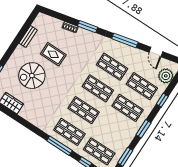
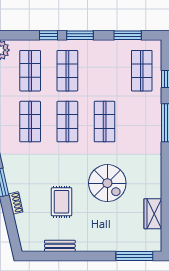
spiral stairs: (32, 76) -> (107, 183), moved
window: (162, 100) -> (49, 35), moved
shop shelf: (69, 132) -> (142, 122), removed

